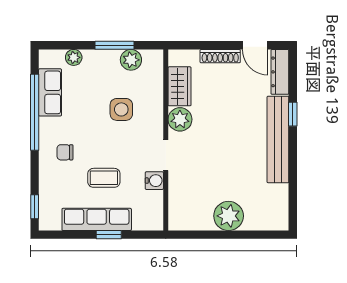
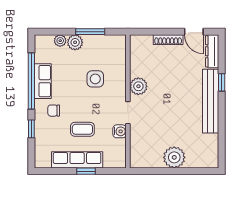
plant: (131, 60) -> (75, 42), moved
wardrobe: (180, 86) -> (138, 62), removed
row of seats: (50, 92) -> (43, 81), moved
window: (35, 207) -> (31, 129), moved

